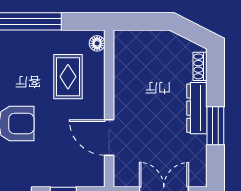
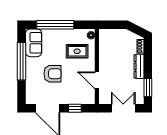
rug: (68, 77) -> (77, 51), turned 90
window: (215, 126) -> (148, 88), moved

